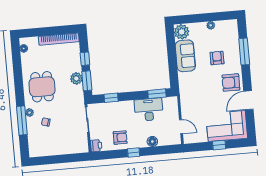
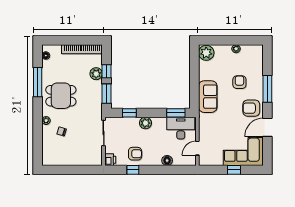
window: (244, 52) -> (267, 89), moved
sofa: (185, 56) -> (208, 97), moved
plant: (76, 78) -> (96, 74), moved
dining table: (42, 87) -> (61, 96), turned 90
plant: (128, 106) -> (145, 123), added
desk: (149, 110) -> (181, 128), moved
window: (22, 120) -> (38, 82), moved
door: (181, 127) -> (197, 148), swing flipped
window: (134, 153) -> (133, 170), moved

